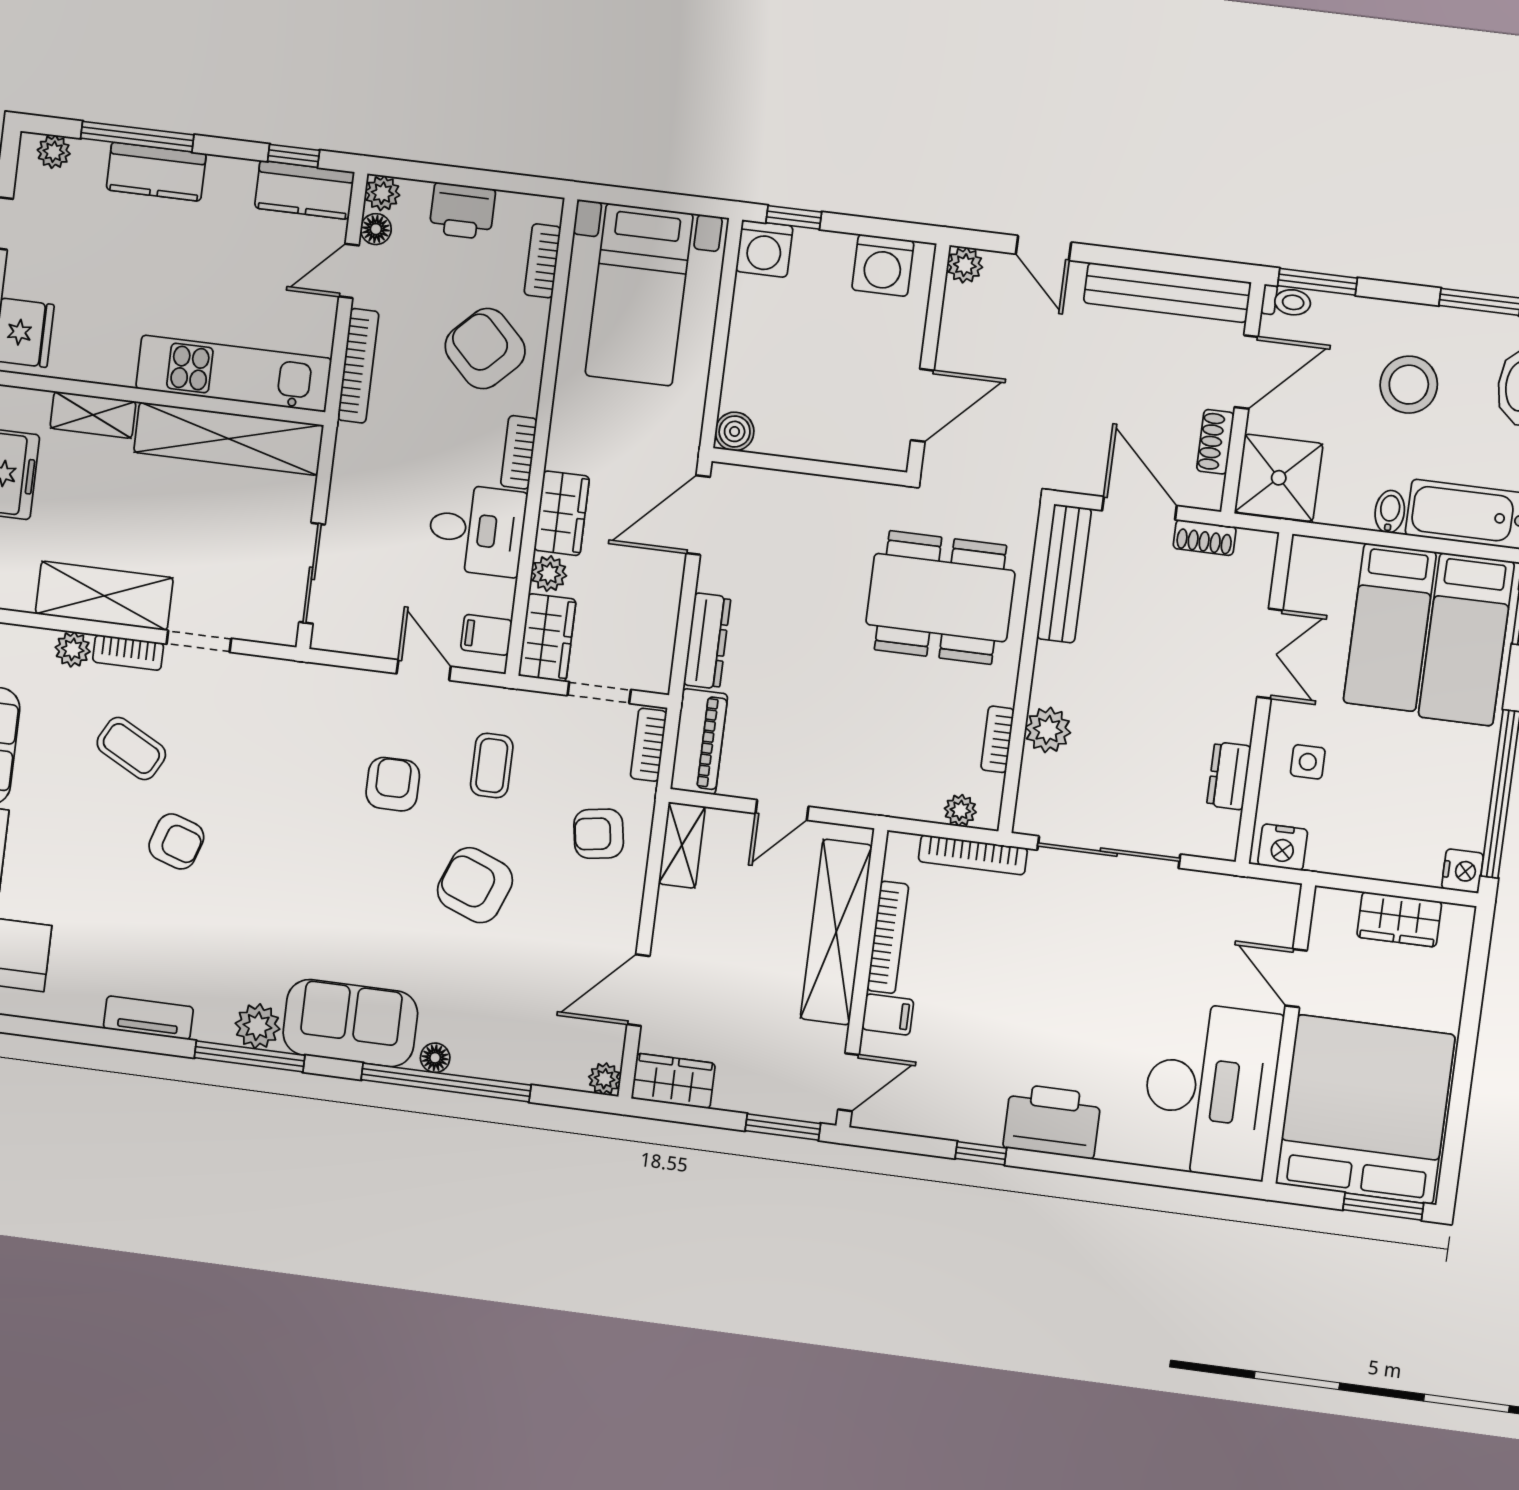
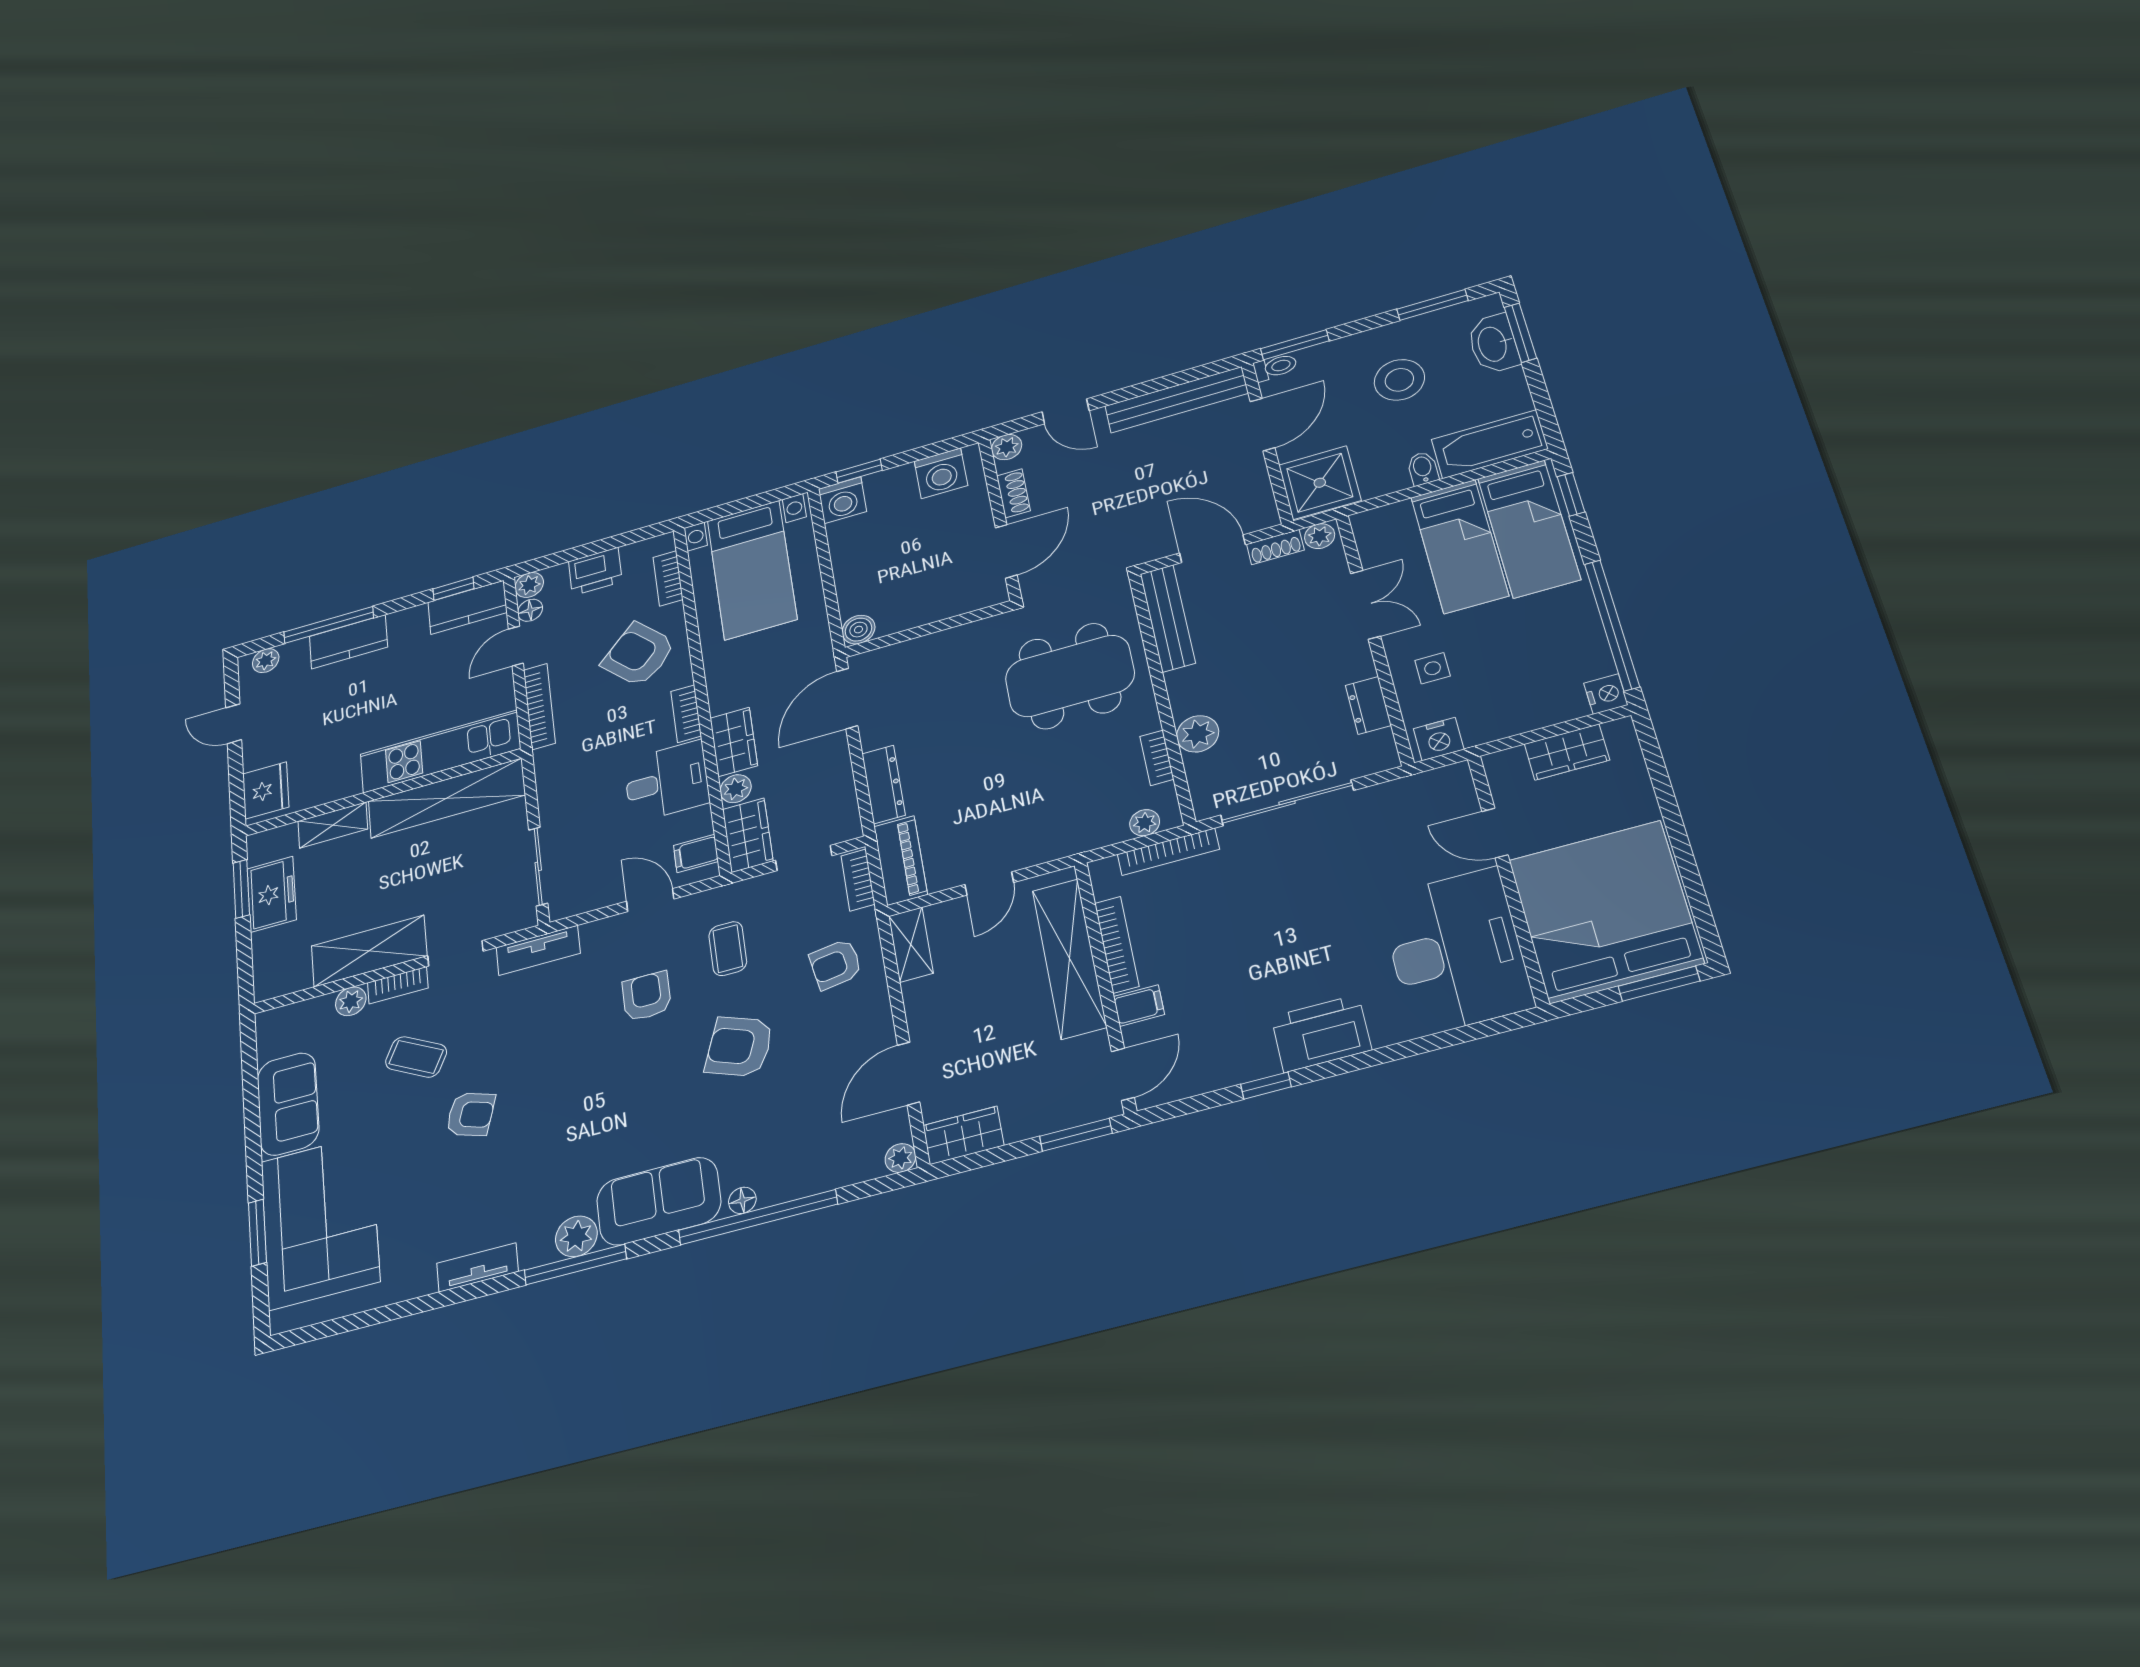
shoe rack: (1215, 442) -> (1014, 493), moved, turned 180
plant: (1254, 546) -> (1320, 536), added
tv unit: (290, 678) -> (538, 950), added

